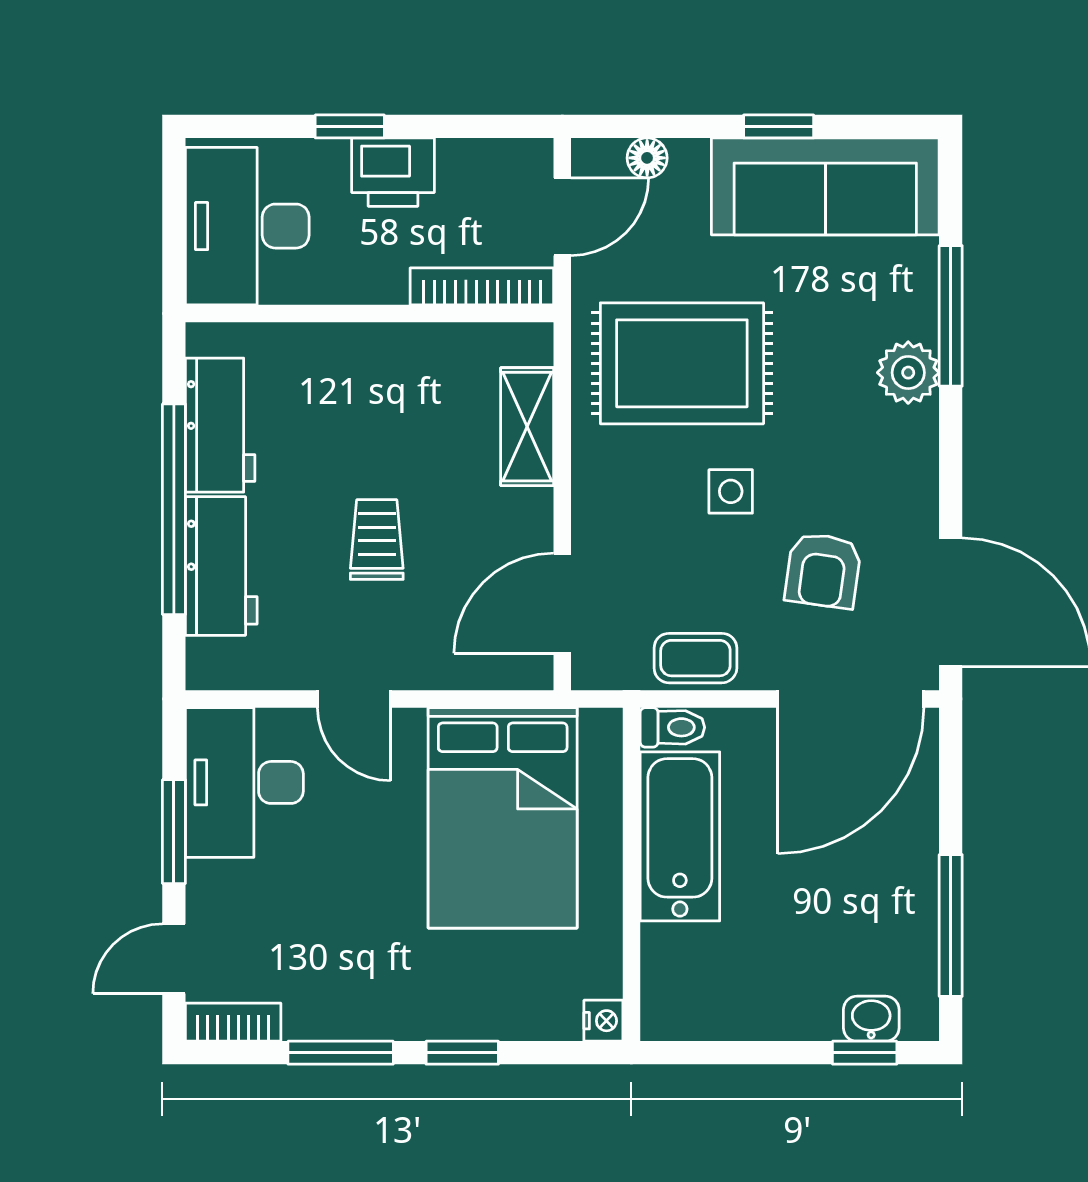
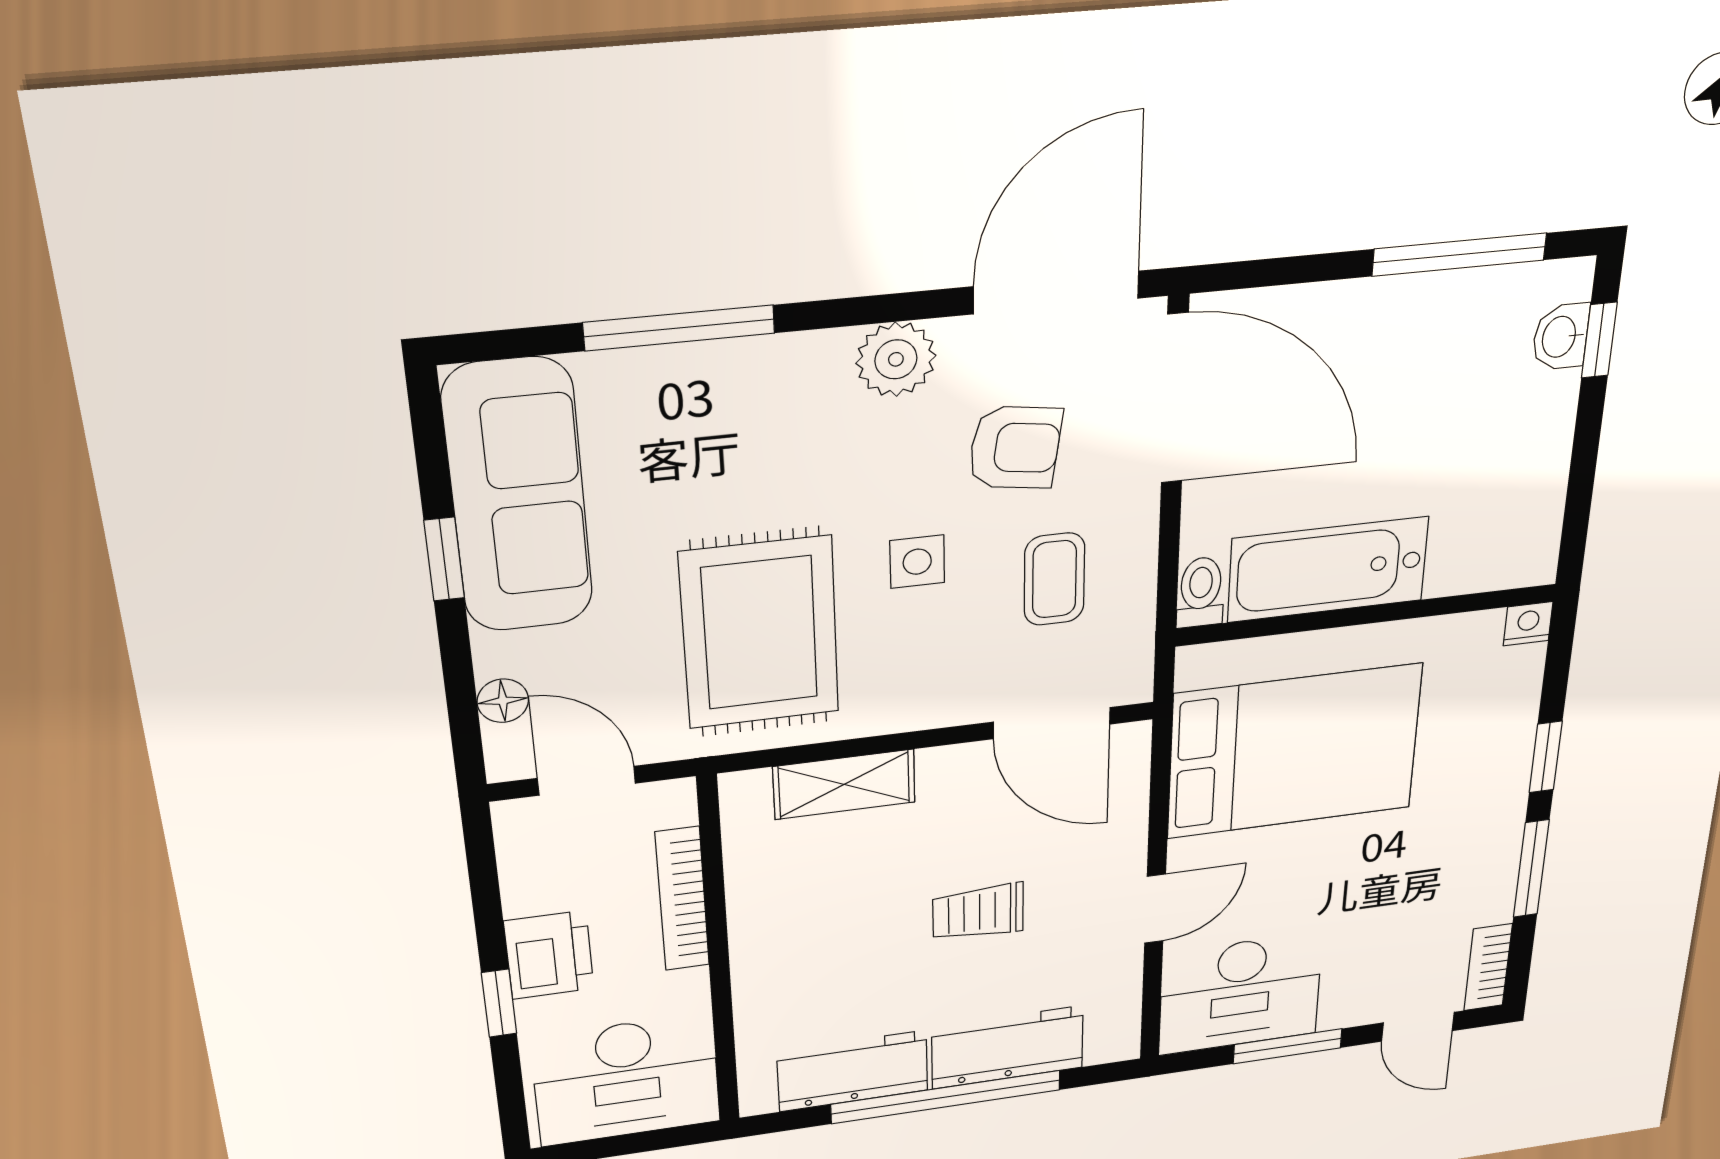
bookcase: (482, 286) -> (682, 899), moved
plant: (908, 373) -> (896, 359), moved
coffee table: (695, 658) -> (1054, 579), moved

